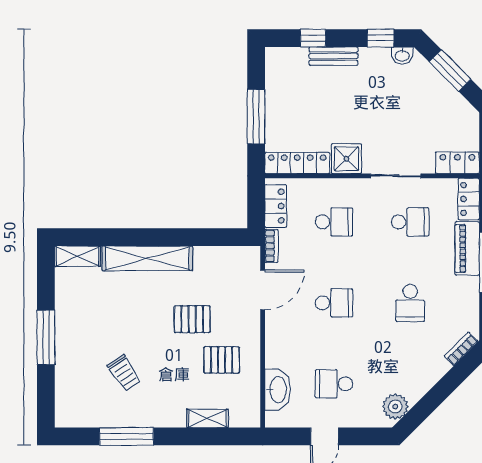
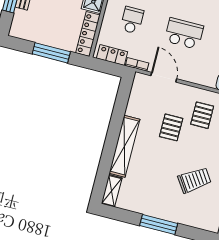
school desk: (334, 303) -> (184, 33), width x1.85
trolley: (124, 373) -> (194, 180), width x1.36, depth x1.39

